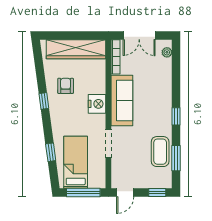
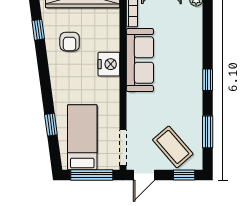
armchair: (66, 86) -> (70, 42), turned 180
window: (44, 101) -> (38, 30), moved
doorway: (108, 143) -> (123, 148), moved
coffee table: (160, 152) -> (173, 147), moved, turned -41

